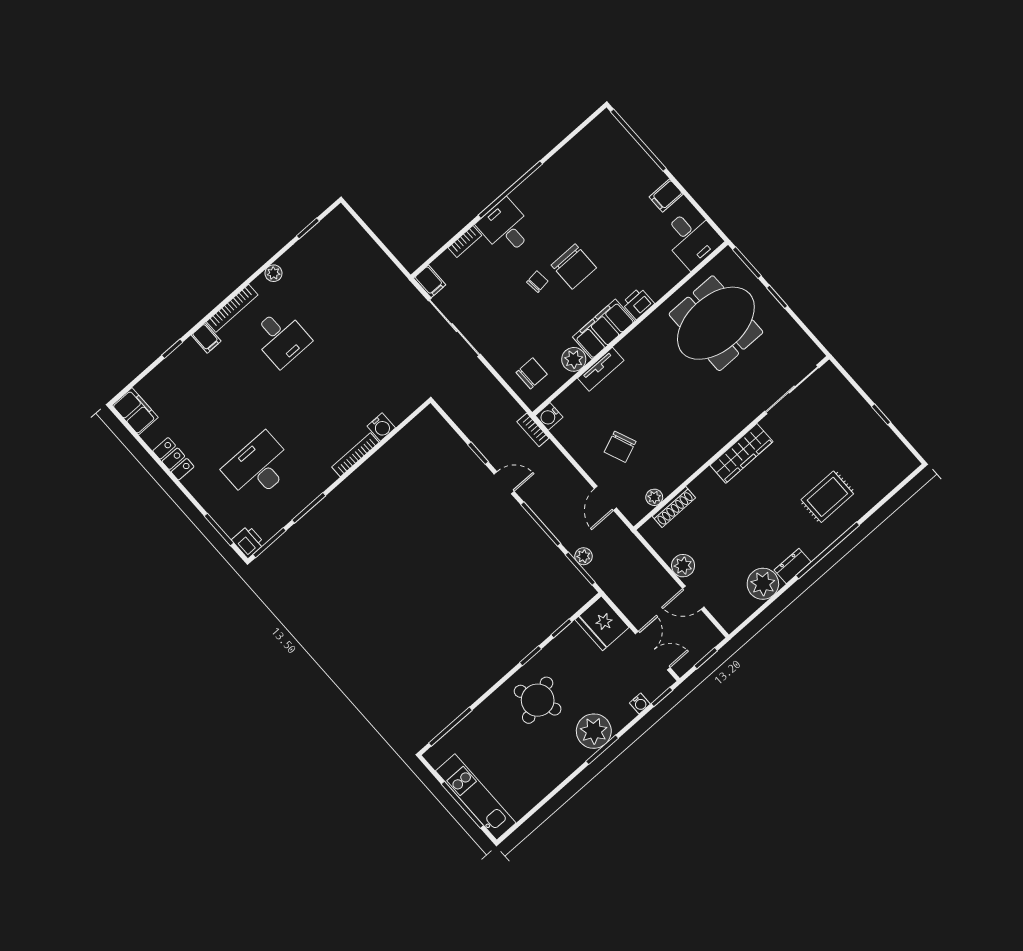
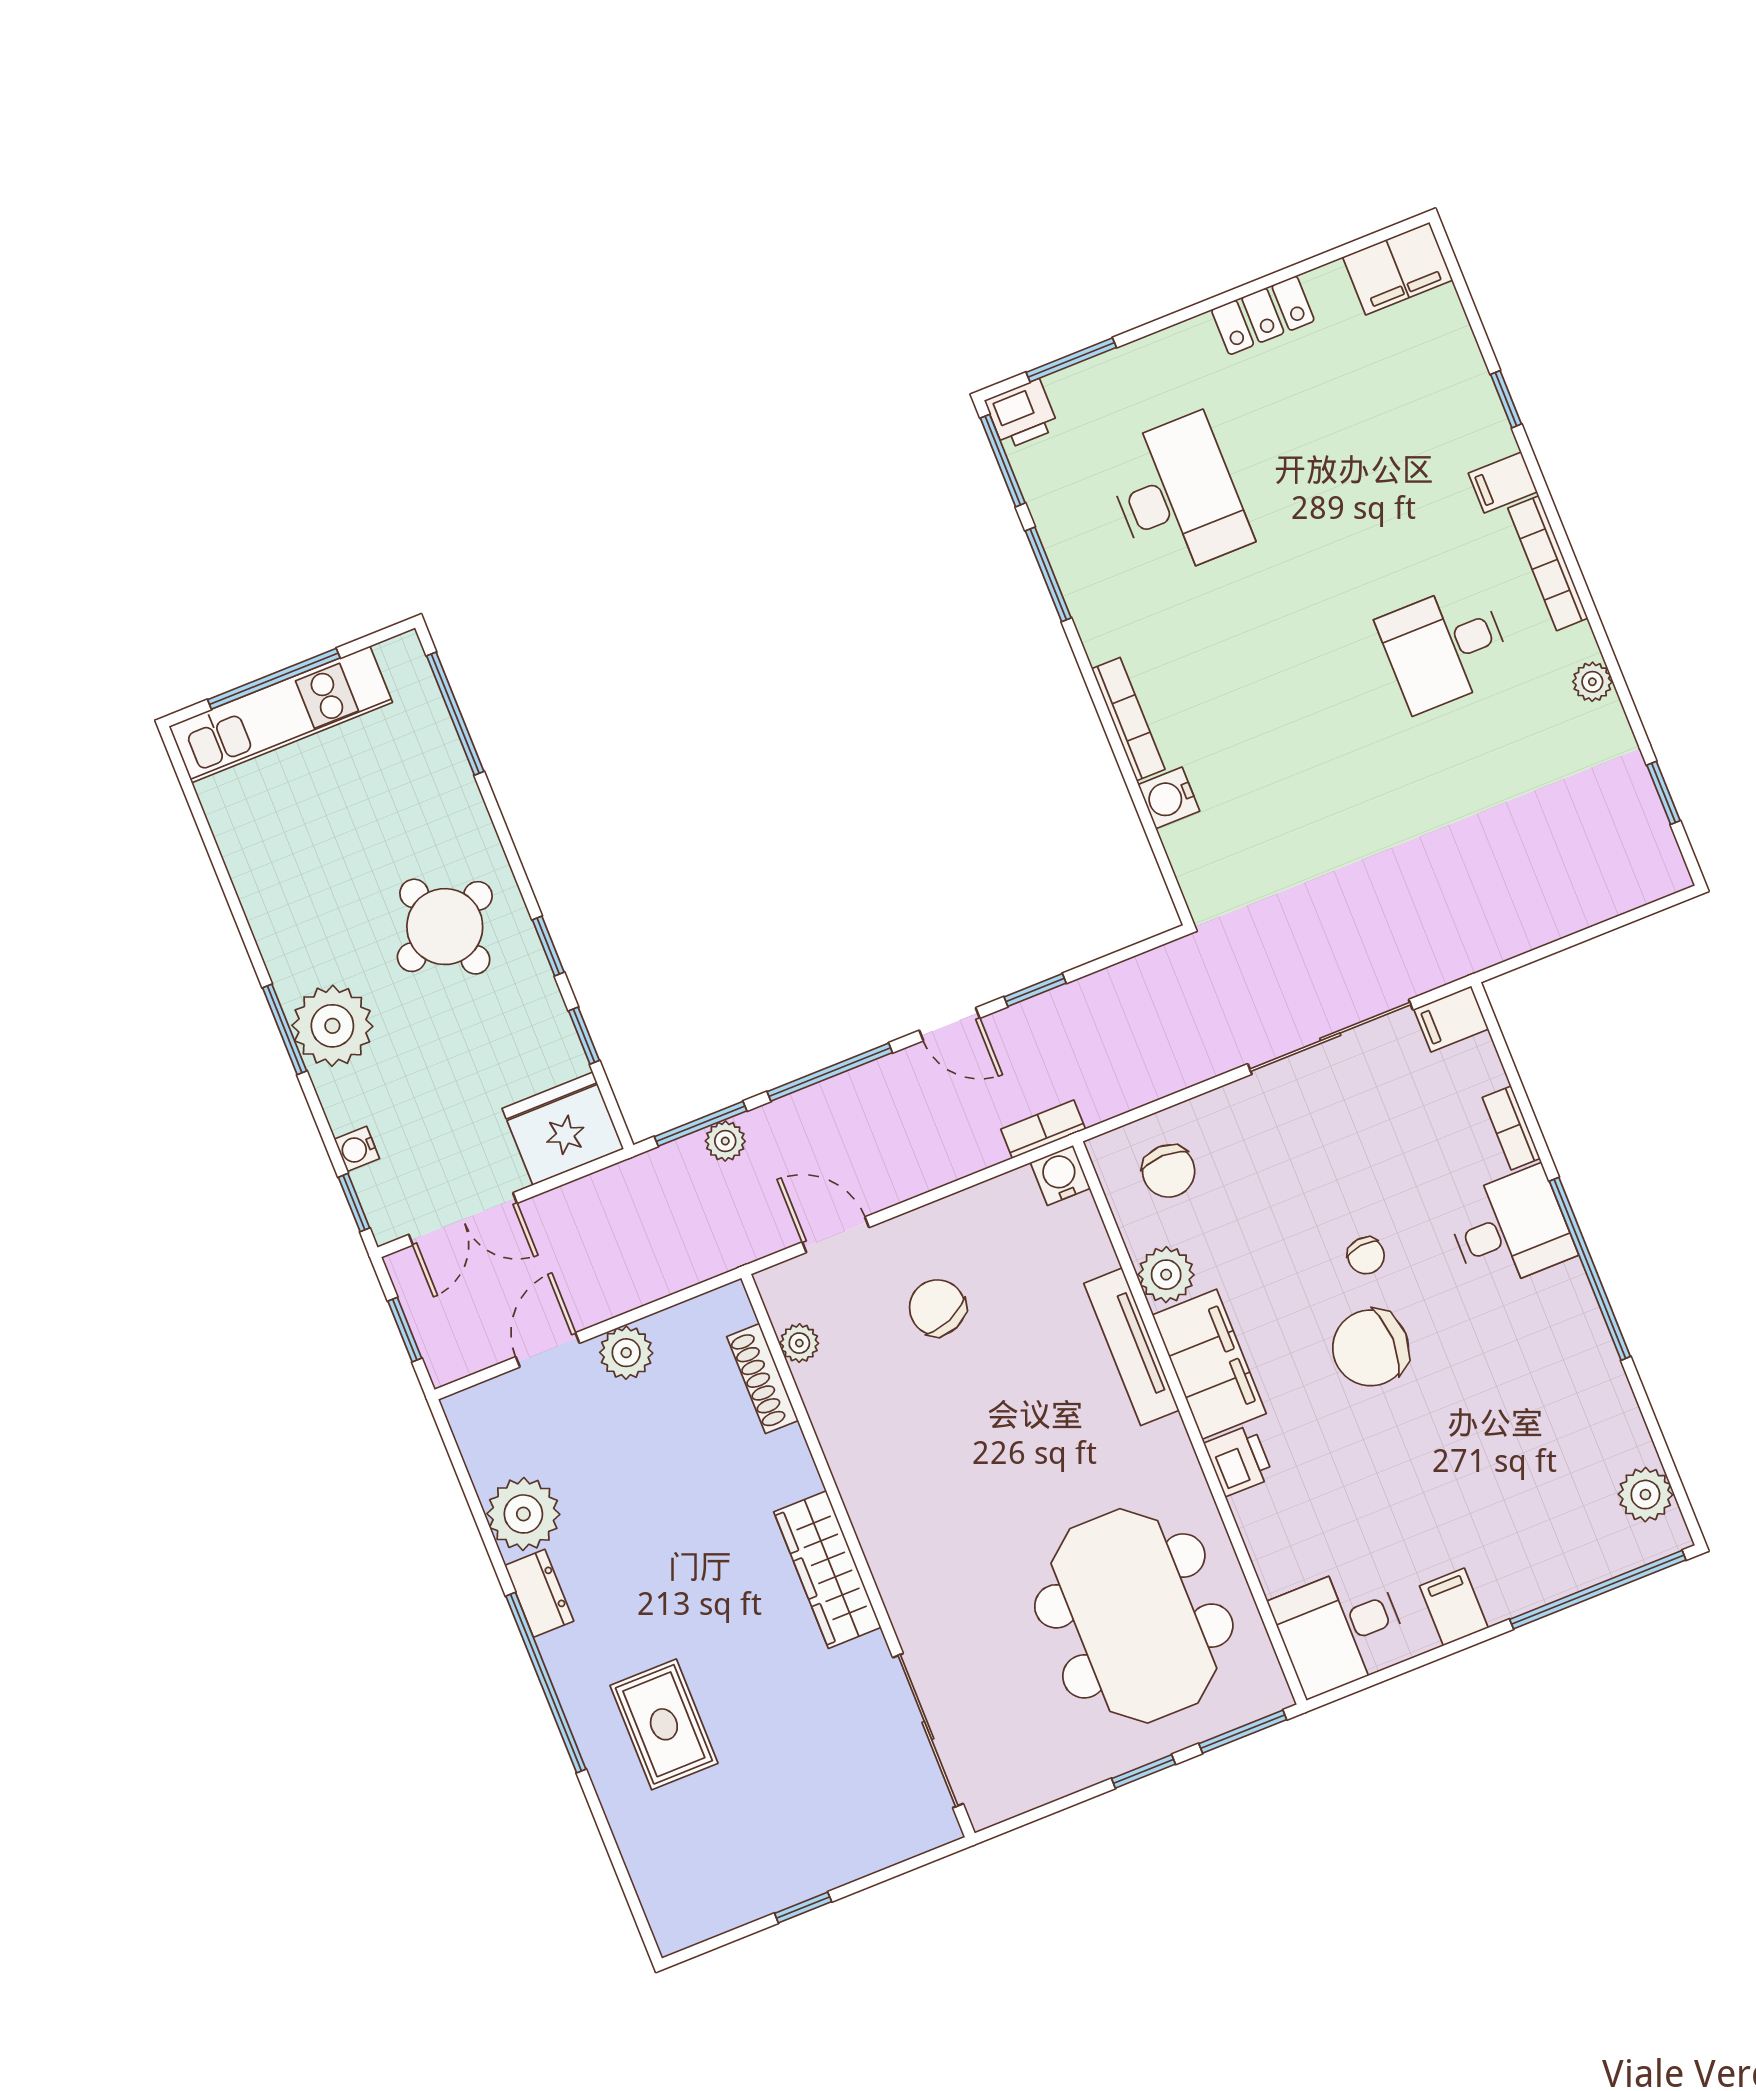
plant: (593, 135) -> (1645, 1495), added
tv unit: (601, 369) -> (1131, 1347), width x1.41
door: (504, 483) -> (950, 1024), hinge flipped

